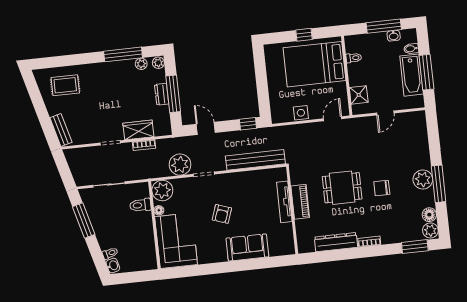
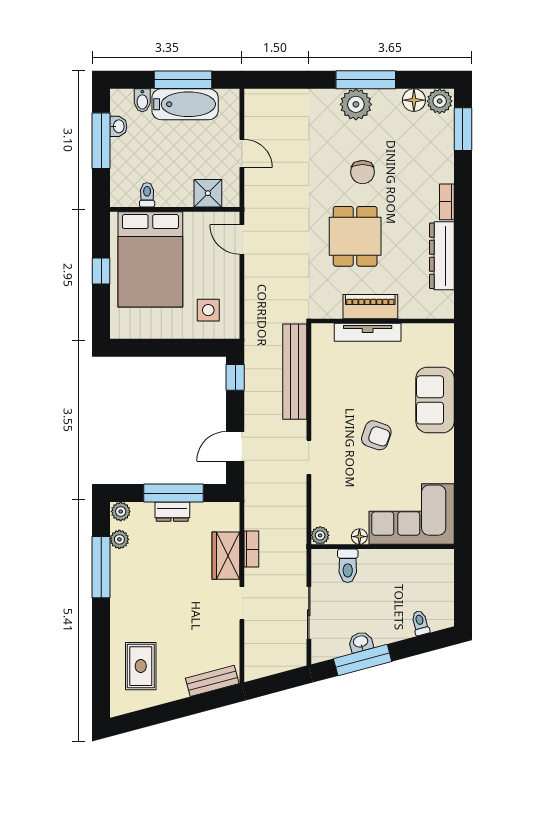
side table: (301, 113) -> (208, 310), moved
plant: (180, 165) -> (289, 494), removed
plant: (162, 190) -> (320, 535), width x0.53, depth x0.53
washbasin: (113, 266) -> (361, 642), moved

